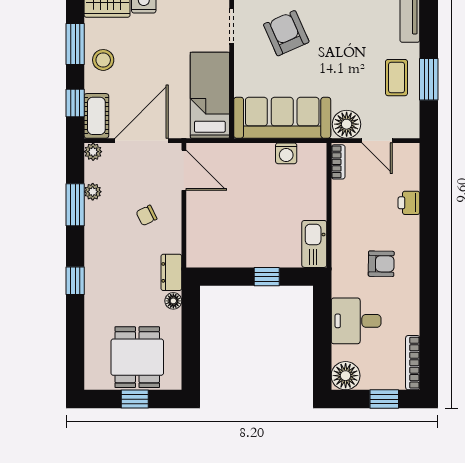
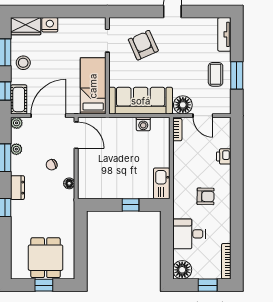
dresser: (171, 272) -> (18, 188), moved, turned 180
floor lamp: (173, 301) -> (69, 183), moved

